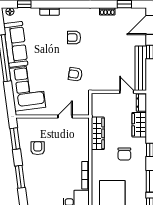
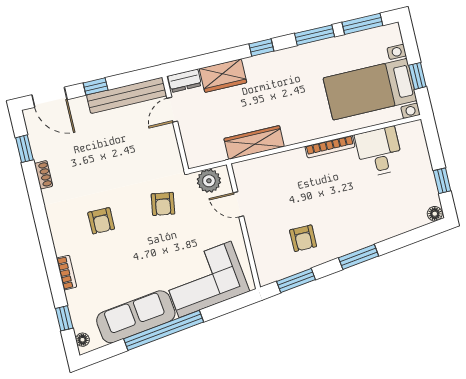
plant: (82, 103) -> (209, 181), added
armchair: (38, 148) -> (303, 238), turned -90
chair: (124, 154) -> (279, 89), removed

